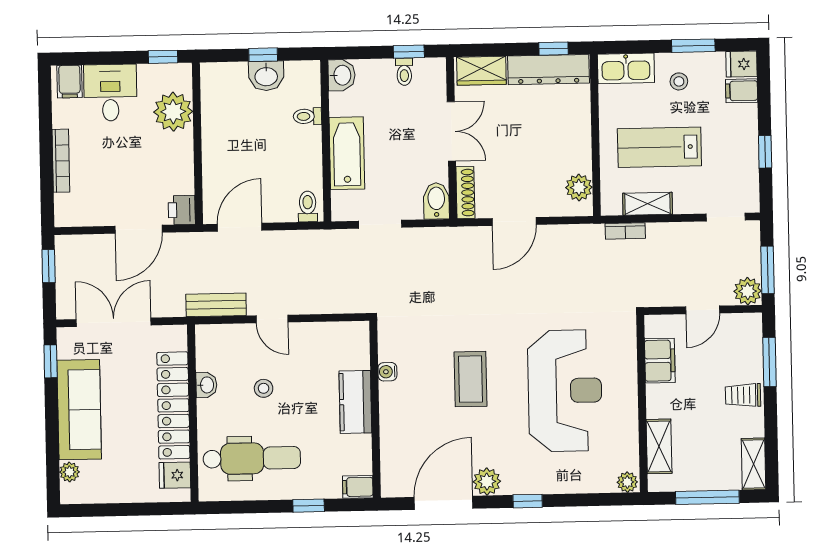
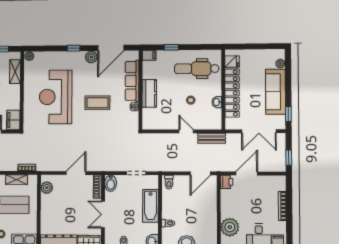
filing cabinet: (660, 361) -> (13, 120), moved
coffee table: (470, 379) -> (97, 103), turned 90
row of seats: (394, 429) -> (132, 81), added

